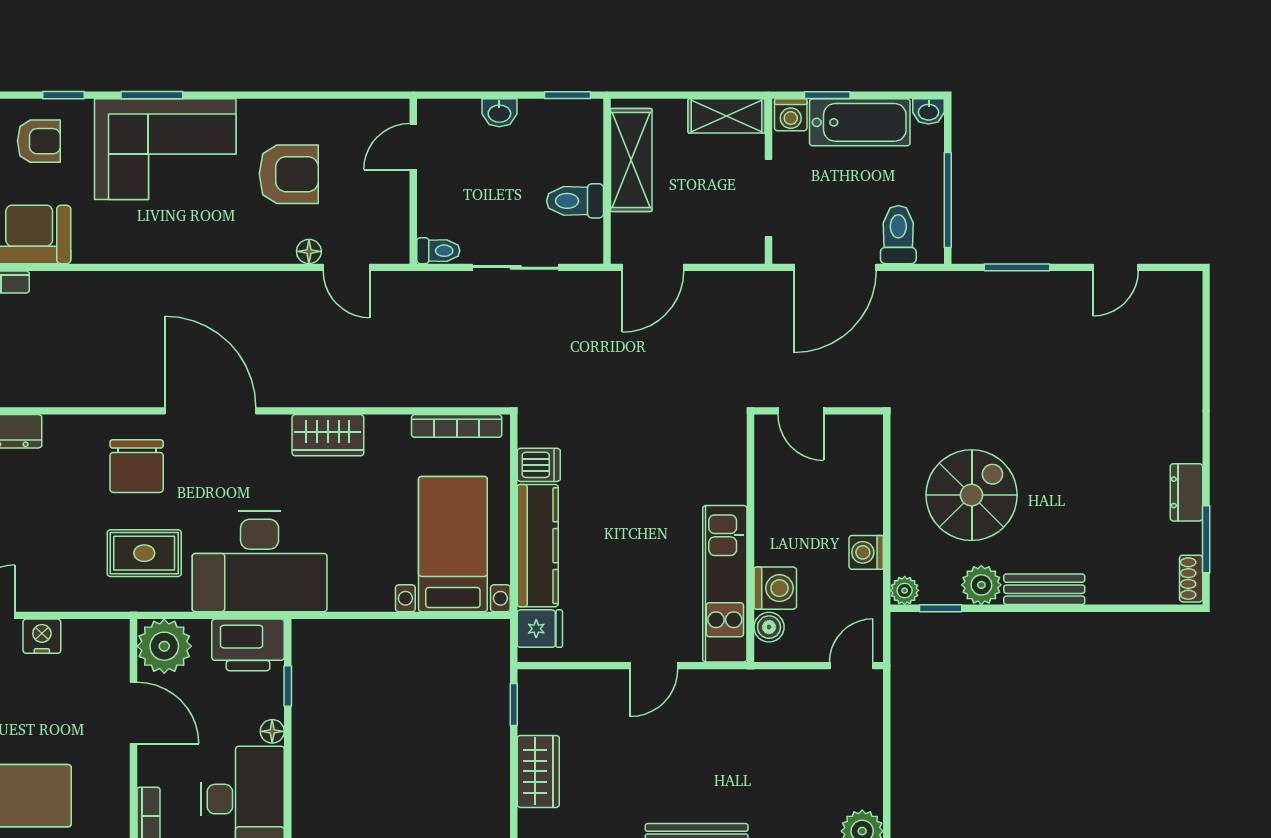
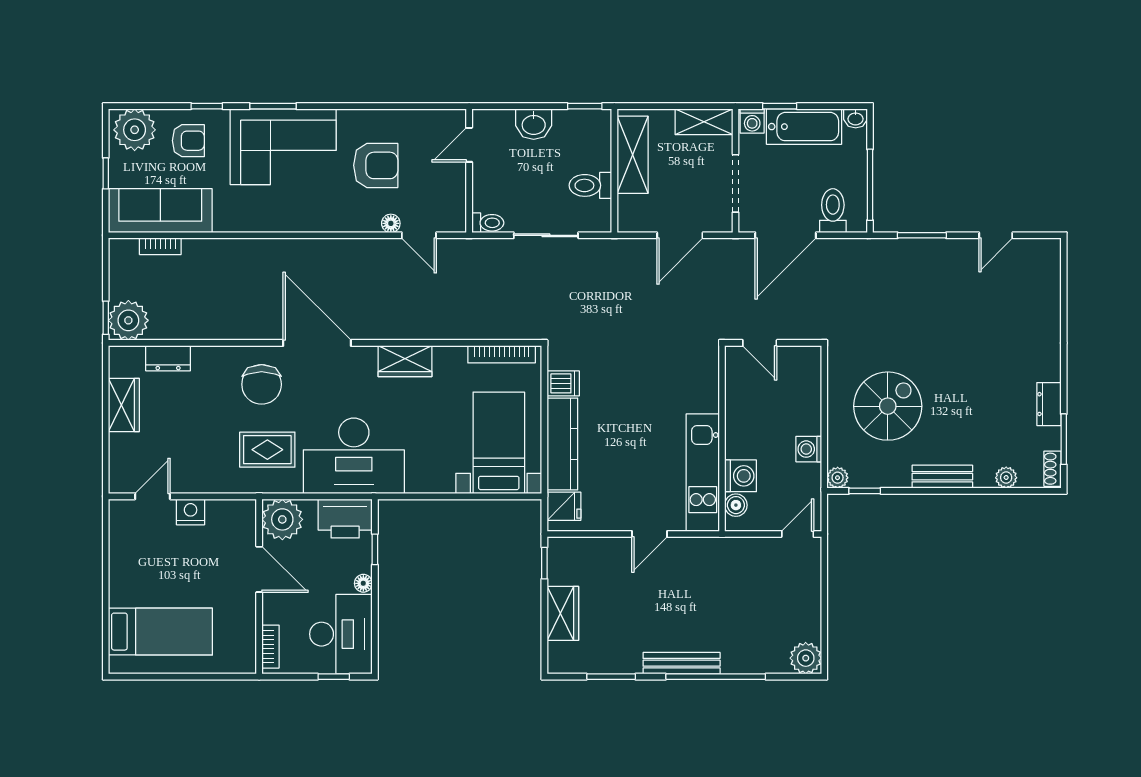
washbasin: (499, 113) -> (534, 124), width x1.38, depth x1.45
door: (653, 267) -> (680, 235), moved
plant: (981, 585) -> (1006, 478), moved, width x0.73, depth x0.73

